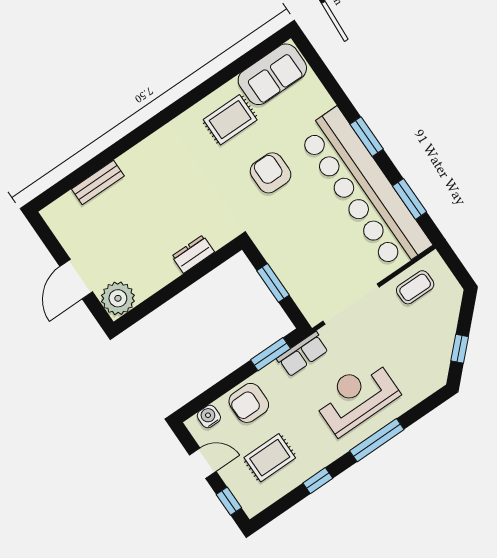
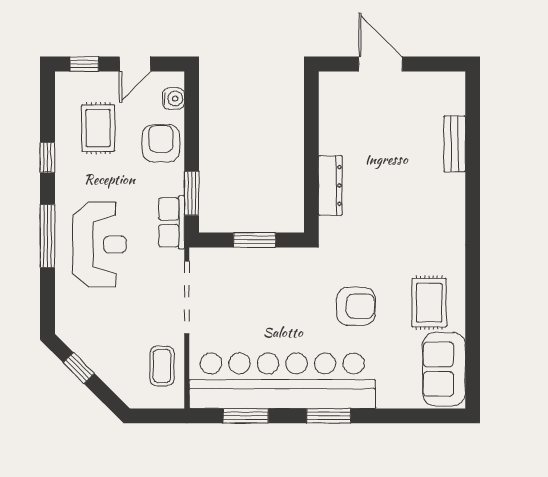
dresser: (193, 254) -> (330, 185), width x1.44
plant: (118, 298) -> (337, 90), removed

